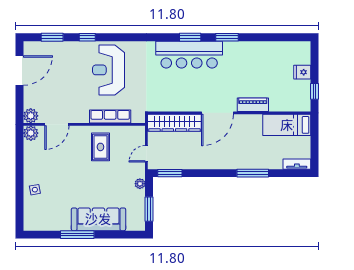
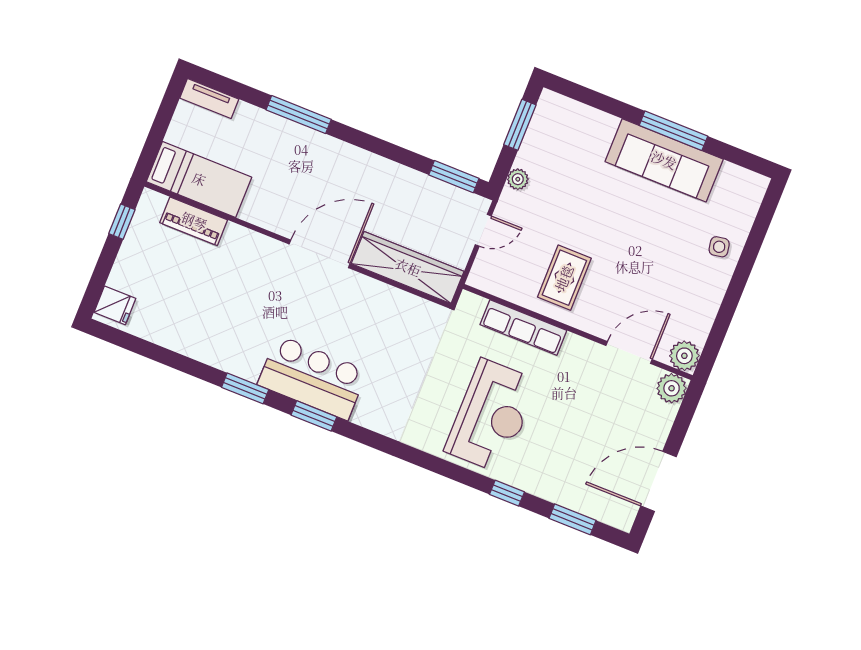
bar counter: (189, 55) -> (312, 378), width x0.73
fridge: (302, 72) -> (115, 305), moved
piano: (253, 105) -> (194, 221), moved
sofa: (98, 219) -> (664, 160), moved

